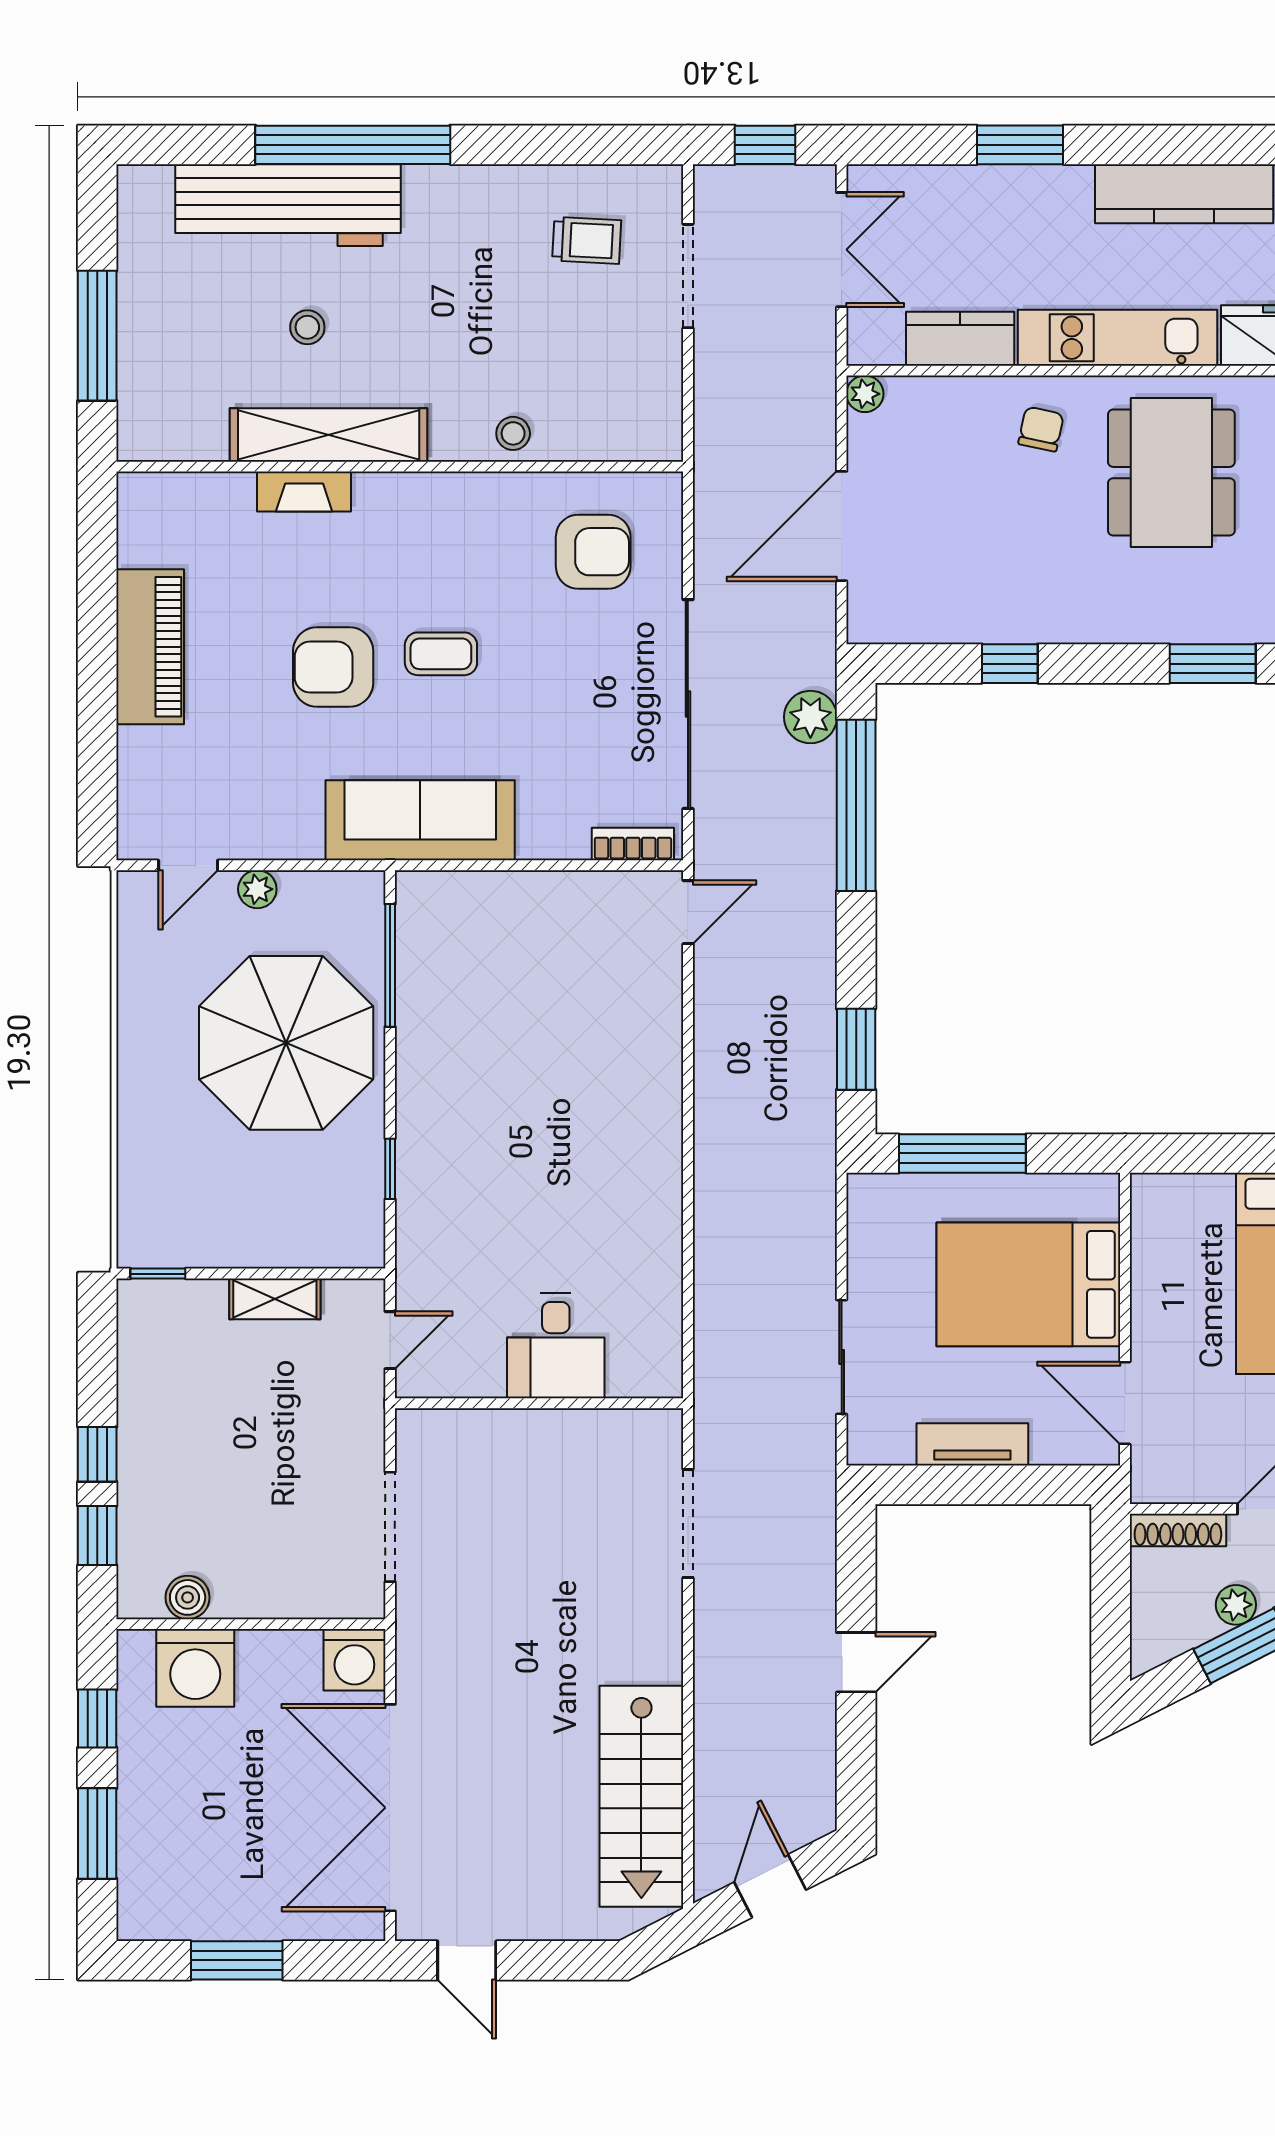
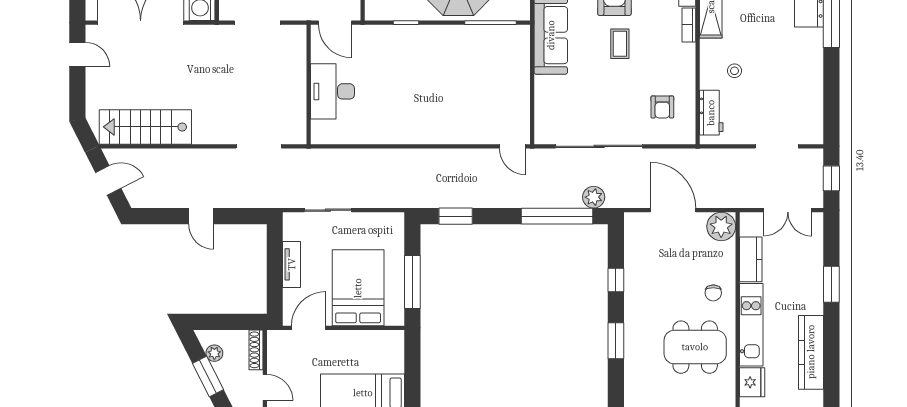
trolley: (587, 240) -> (792, 104), removed
plant: (865, 394) -> (721, 226), width x1.88, depth x1.88
chair: (1041, 429) -> (713, 293), turned 78
stool: (513, 433) -> (734, 71), moved
workbench: (607, 434) -> (711, 113), added
armchair: (593, 552) -> (662, 107), width x0.72, depth x0.72
window: (1213, 664) -> (616, 341), moved
bookcase: (633, 844) -> (689, 25), moved, turned 180
window: (962, 1153) -> (412, 282), moved
door: (390, 1340) -> (335, 23), width x1.38
desk: (556, 1346) -> (332, 91), width x1.37
plant: (1236, 1605) -> (214, 353), moved
door: (467, 1960) -> (77, 54), swing flipped

